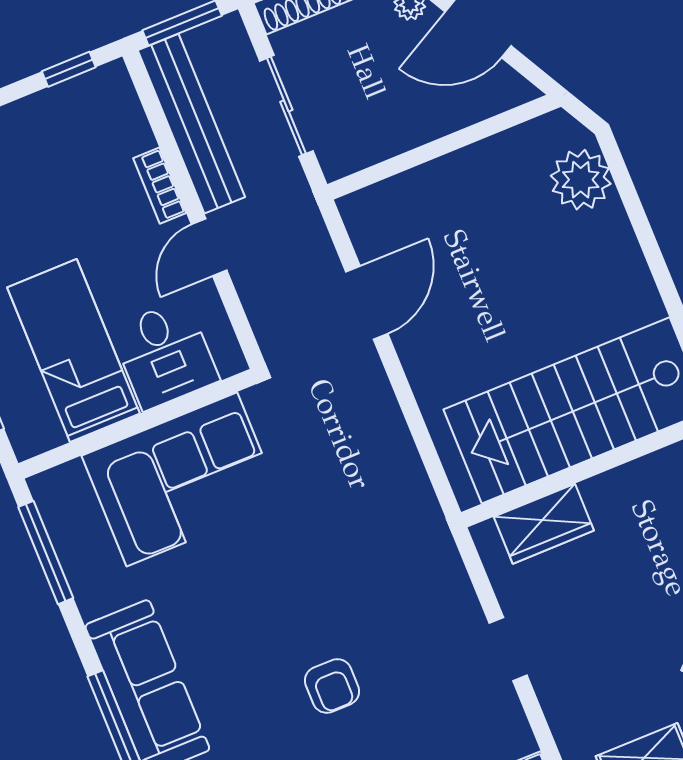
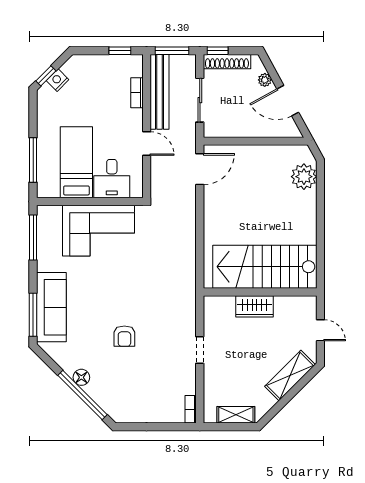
bookcase: (160, 186) -> (137, 93), moved
door: (209, 247) -> (147, 143), swing flipped
door: (367, 303) -> (200, 169), moved
wardrobe: (544, 524) -> (255, 306), moved

